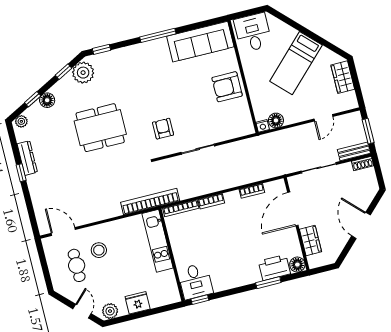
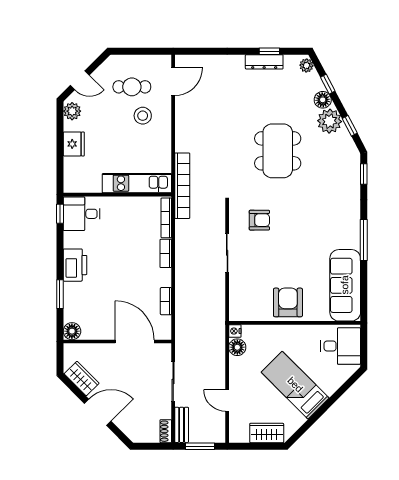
plant: (83, 73) -> (330, 121), moved
window: (21, 173) -> (269, 51), moved
wardrobe: (310, 240) -> (82, 379), moved, turned -135
printer: (274, 268) -> (75, 265), moved

